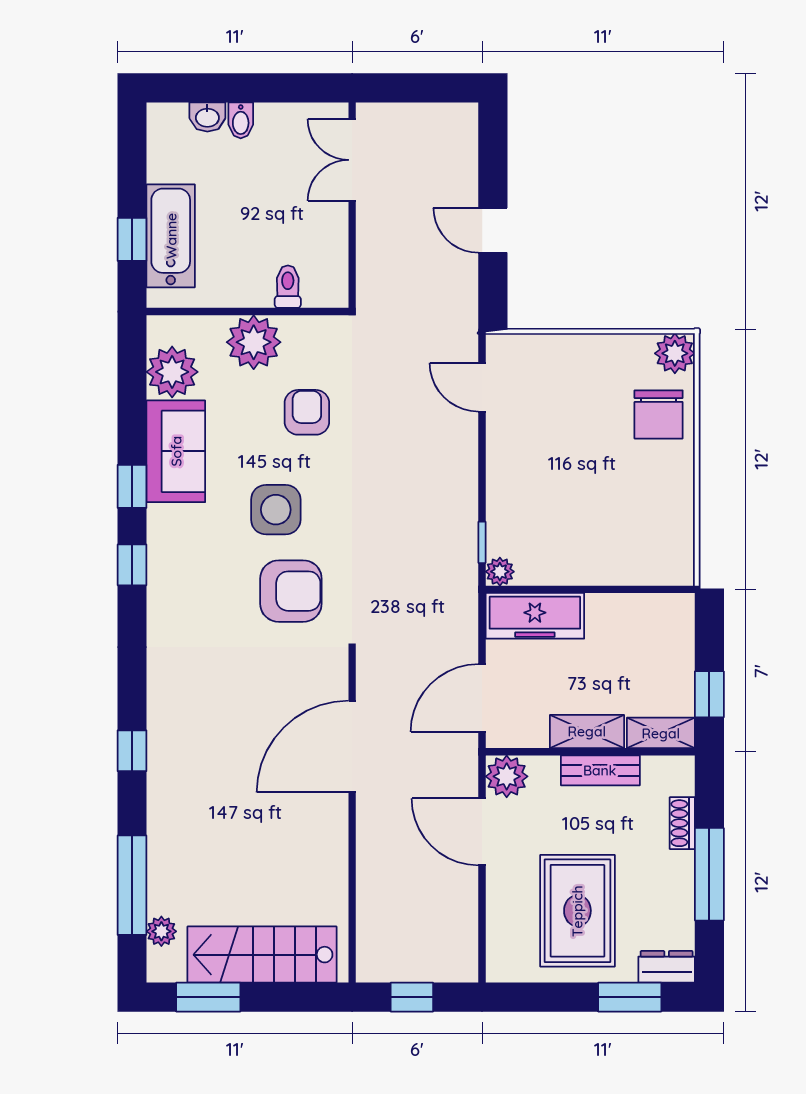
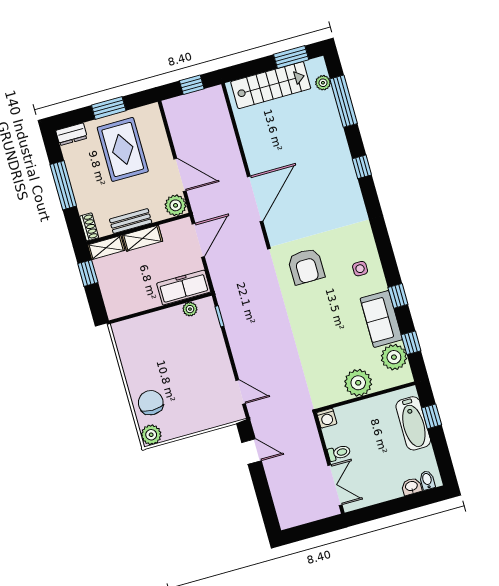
bidet: (241, 120) -> (427, 480), moved
door: (493, 230) -> (252, 452), moved
toilet: (288, 287) -> (339, 453), moved, turned -90
washing machine: (332, 292) -> (327, 418), added
armchair: (307, 412) -> (323, 356), removed
side table: (276, 510) -> (360, 269), moved, width x0.54, depth x0.54
window: (132, 565) -> (411, 343), moved
plant: (500, 572) -> (190, 309), moved
armchair: (291, 591) -> (306, 266), turned -90
shoe rack: (682, 823) -> (89, 227), moved
window: (630, 997) -> (109, 108), moved

